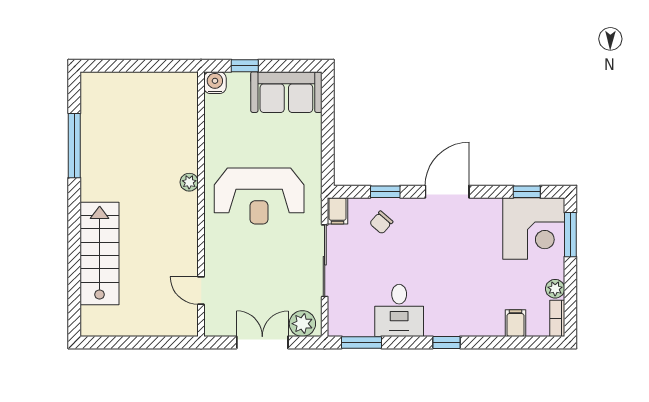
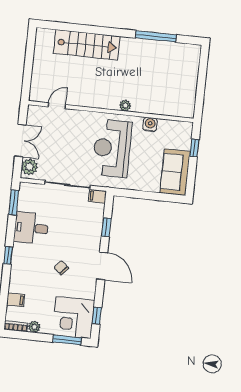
water cooler: (215, 83) -> (150, 124), moved, turned -90
chair: (381, 222) -> (61, 268), moved

